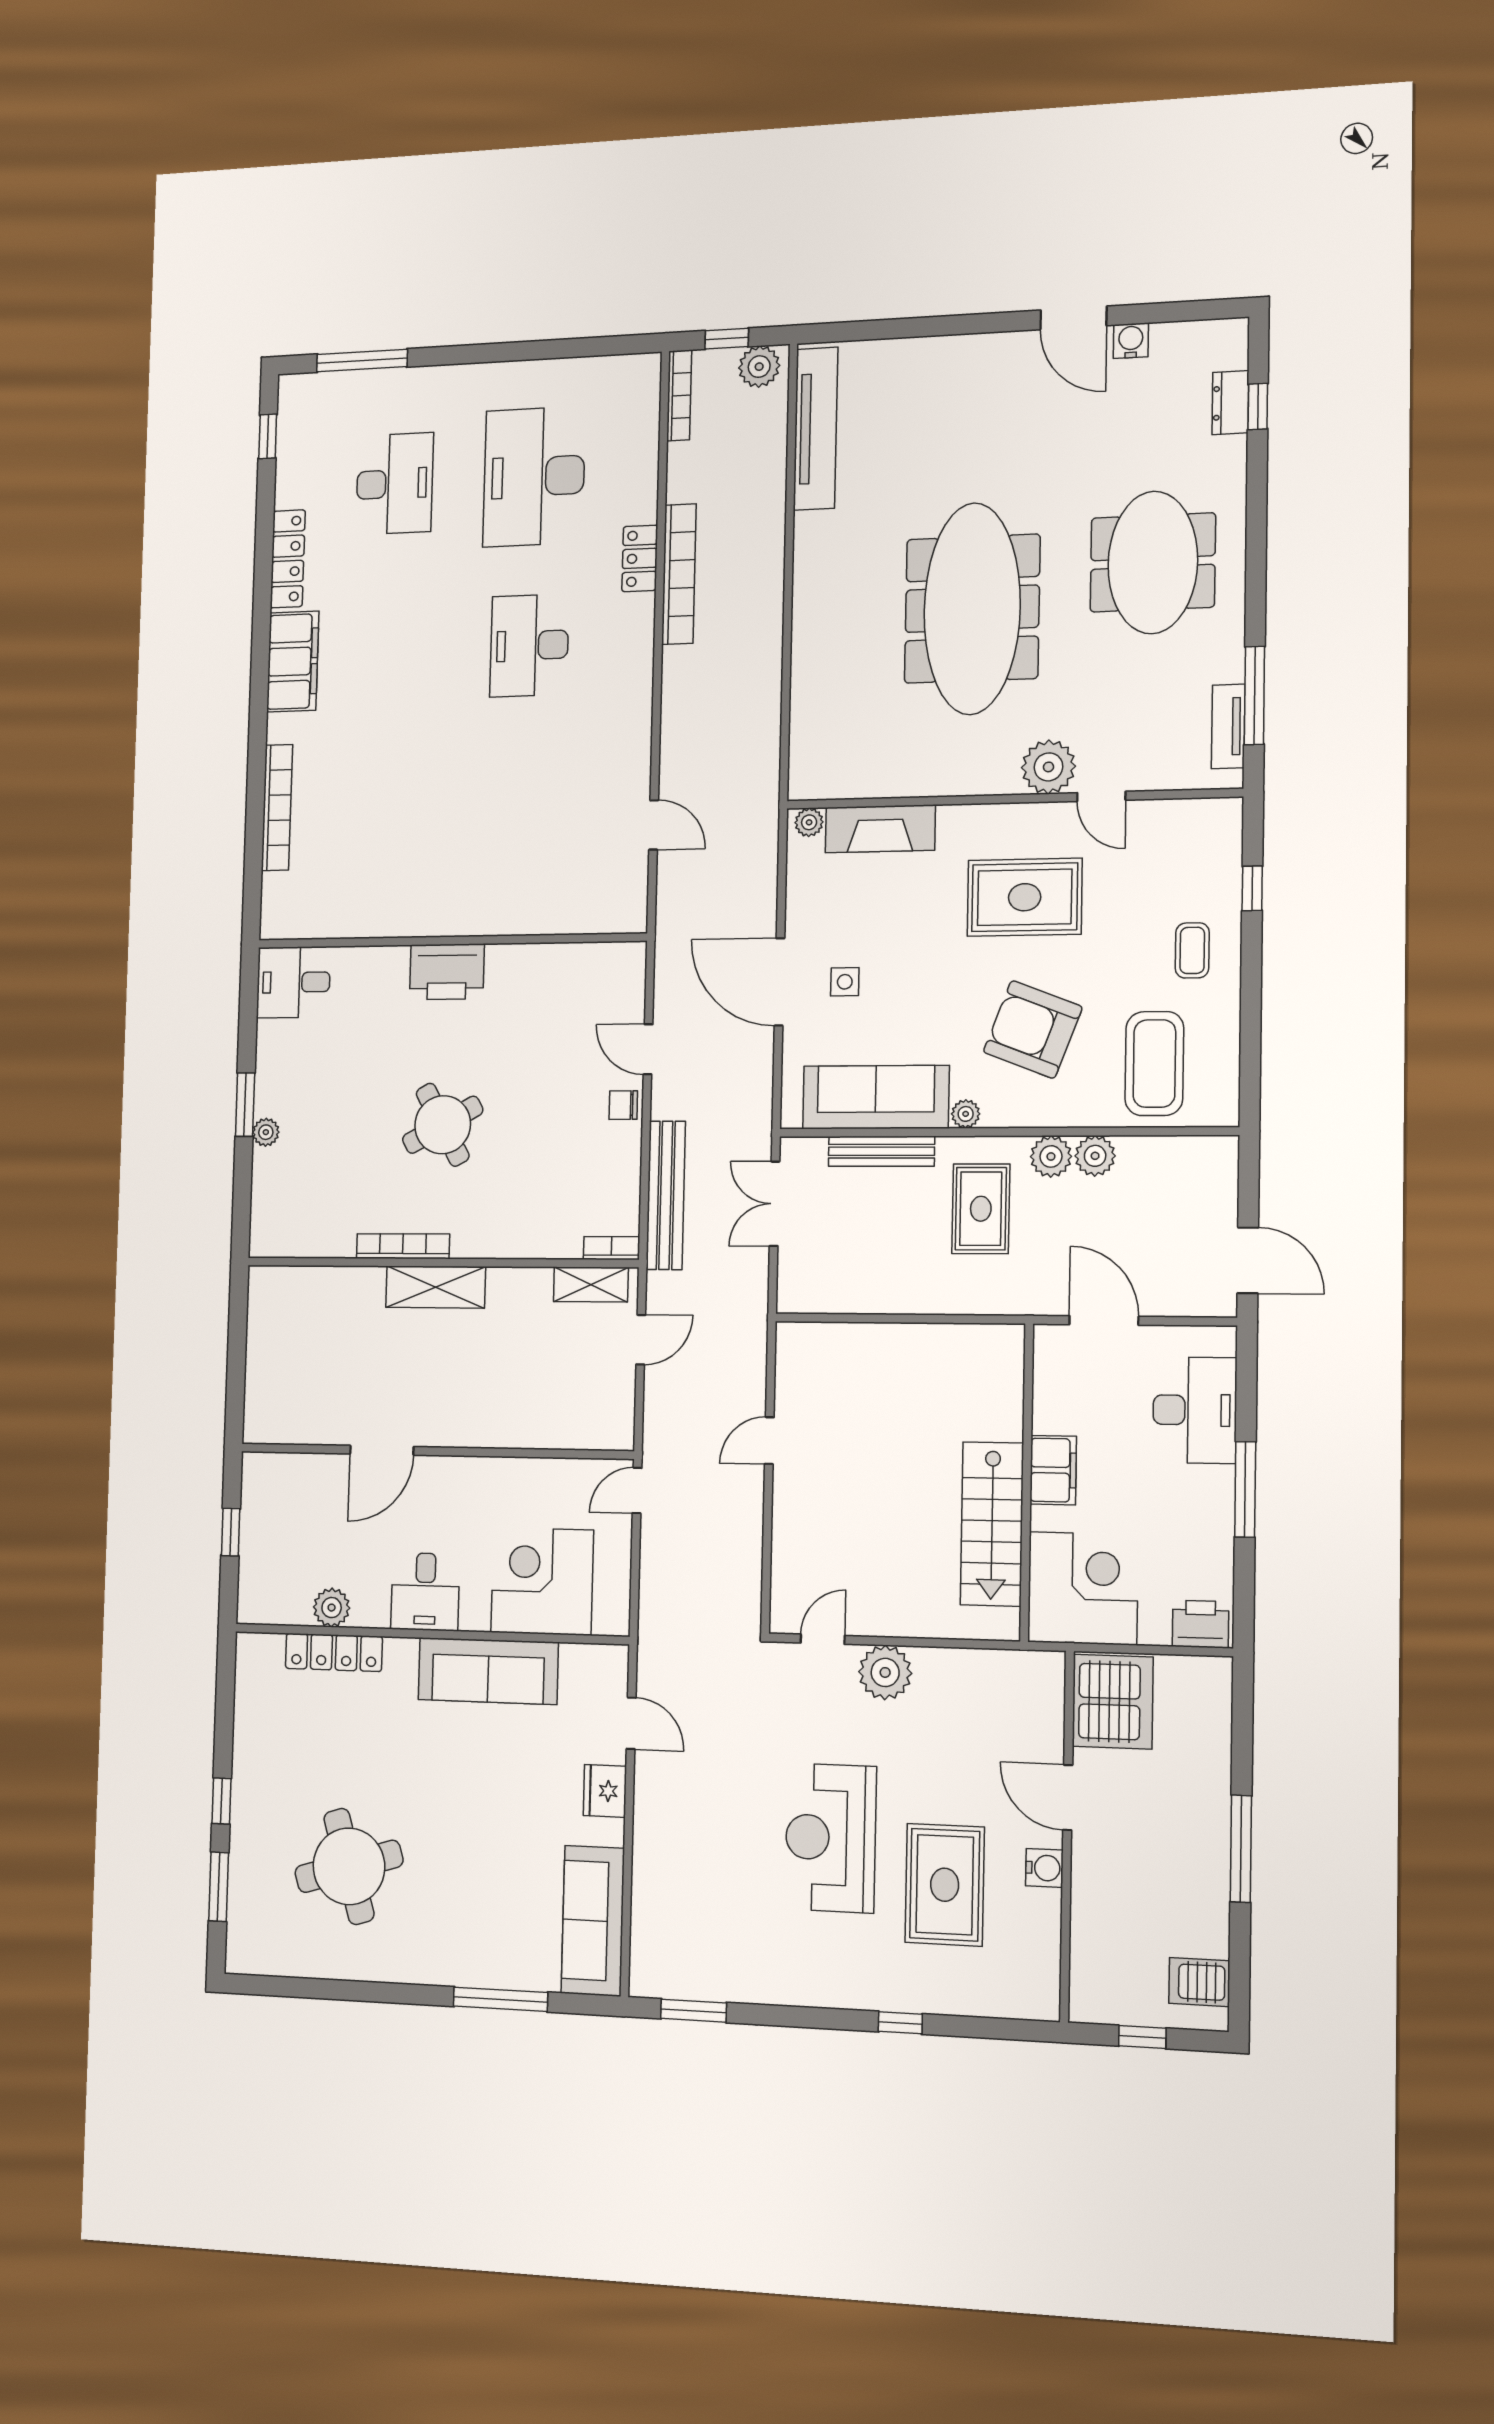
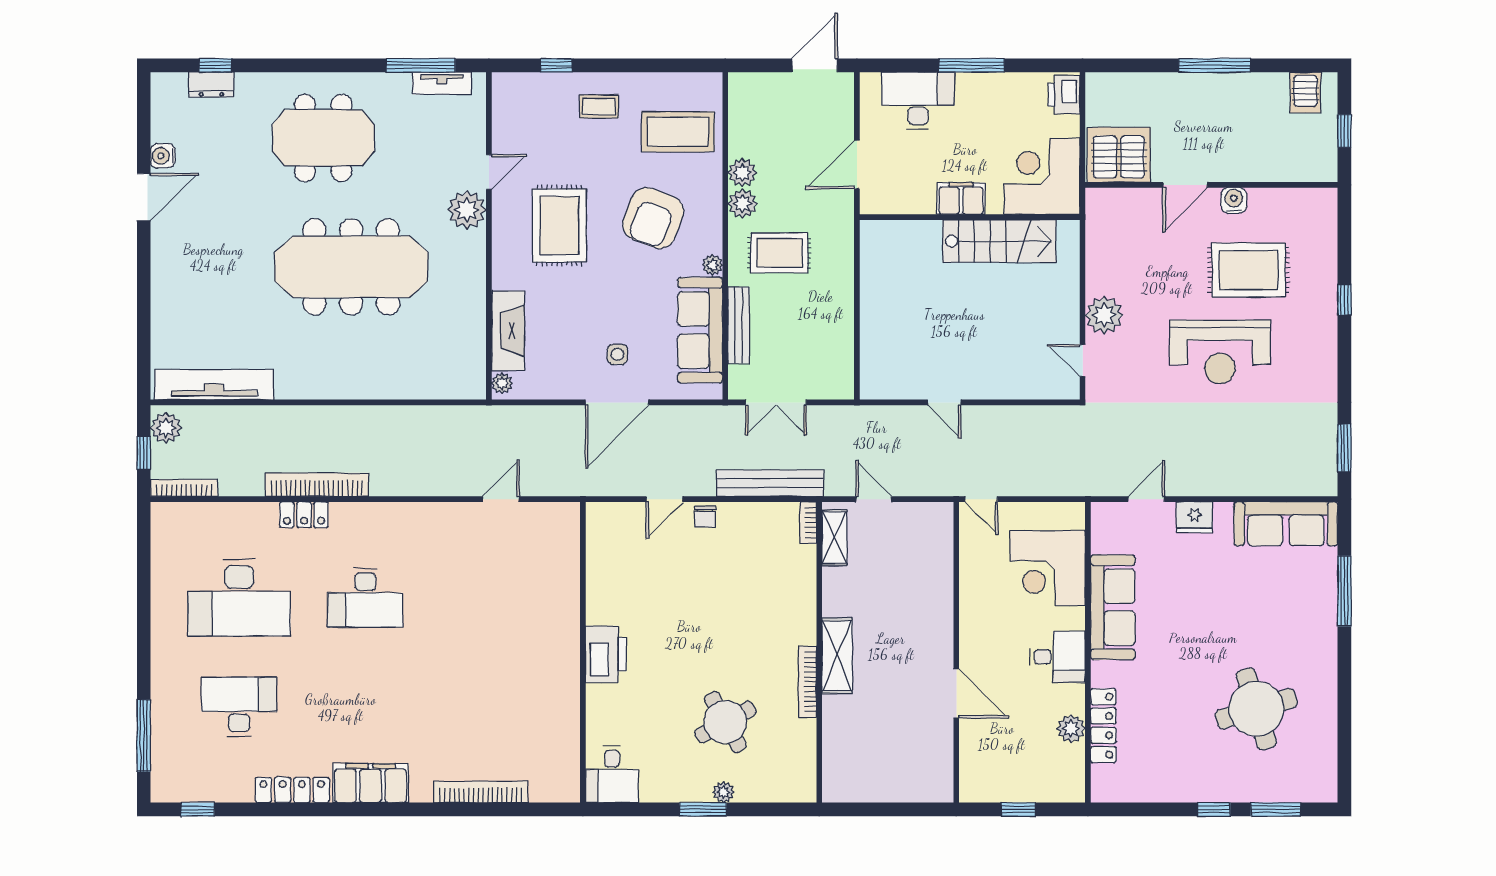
round table: (443, 1125) -> (725, 722), moved

